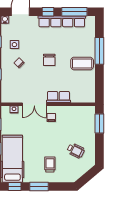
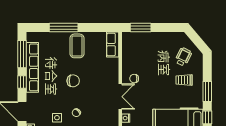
row of seats: (58, 97) -> (113, 45), moved
wheelchair: (76, 151) -> (183, 57), moved

